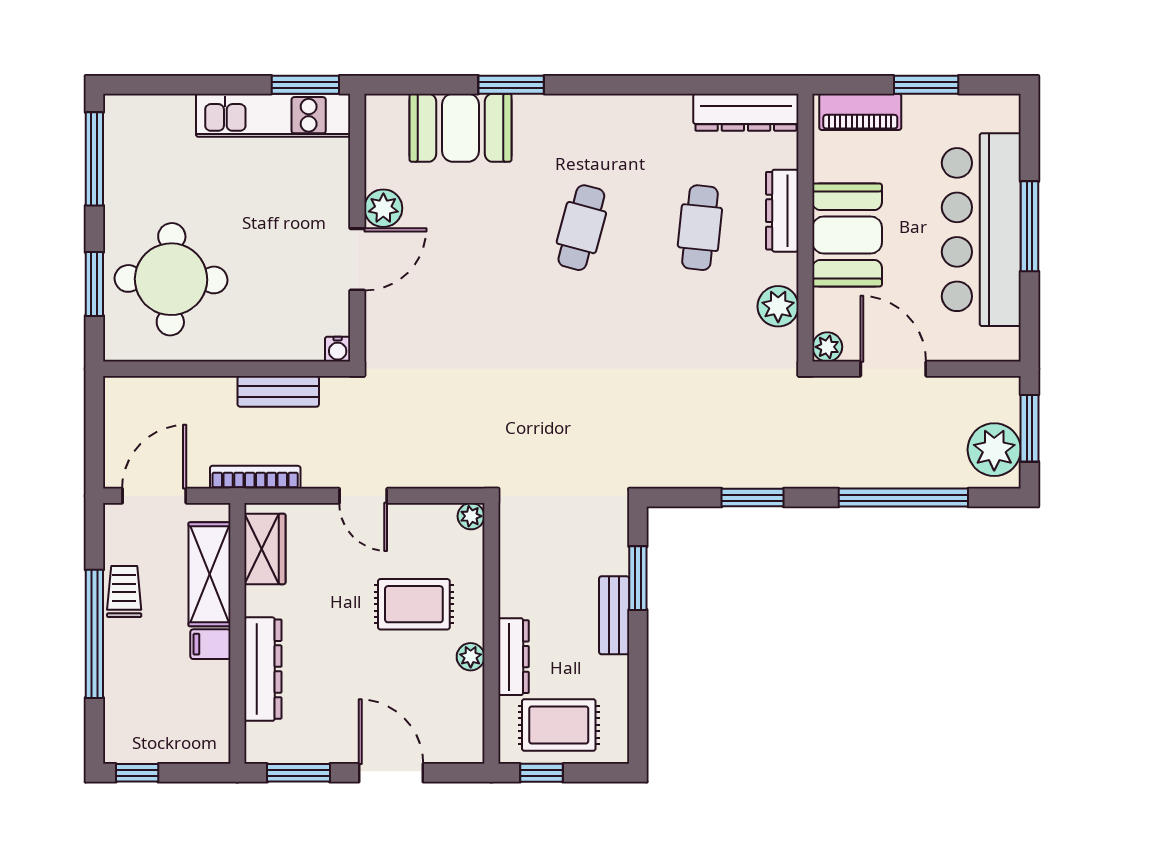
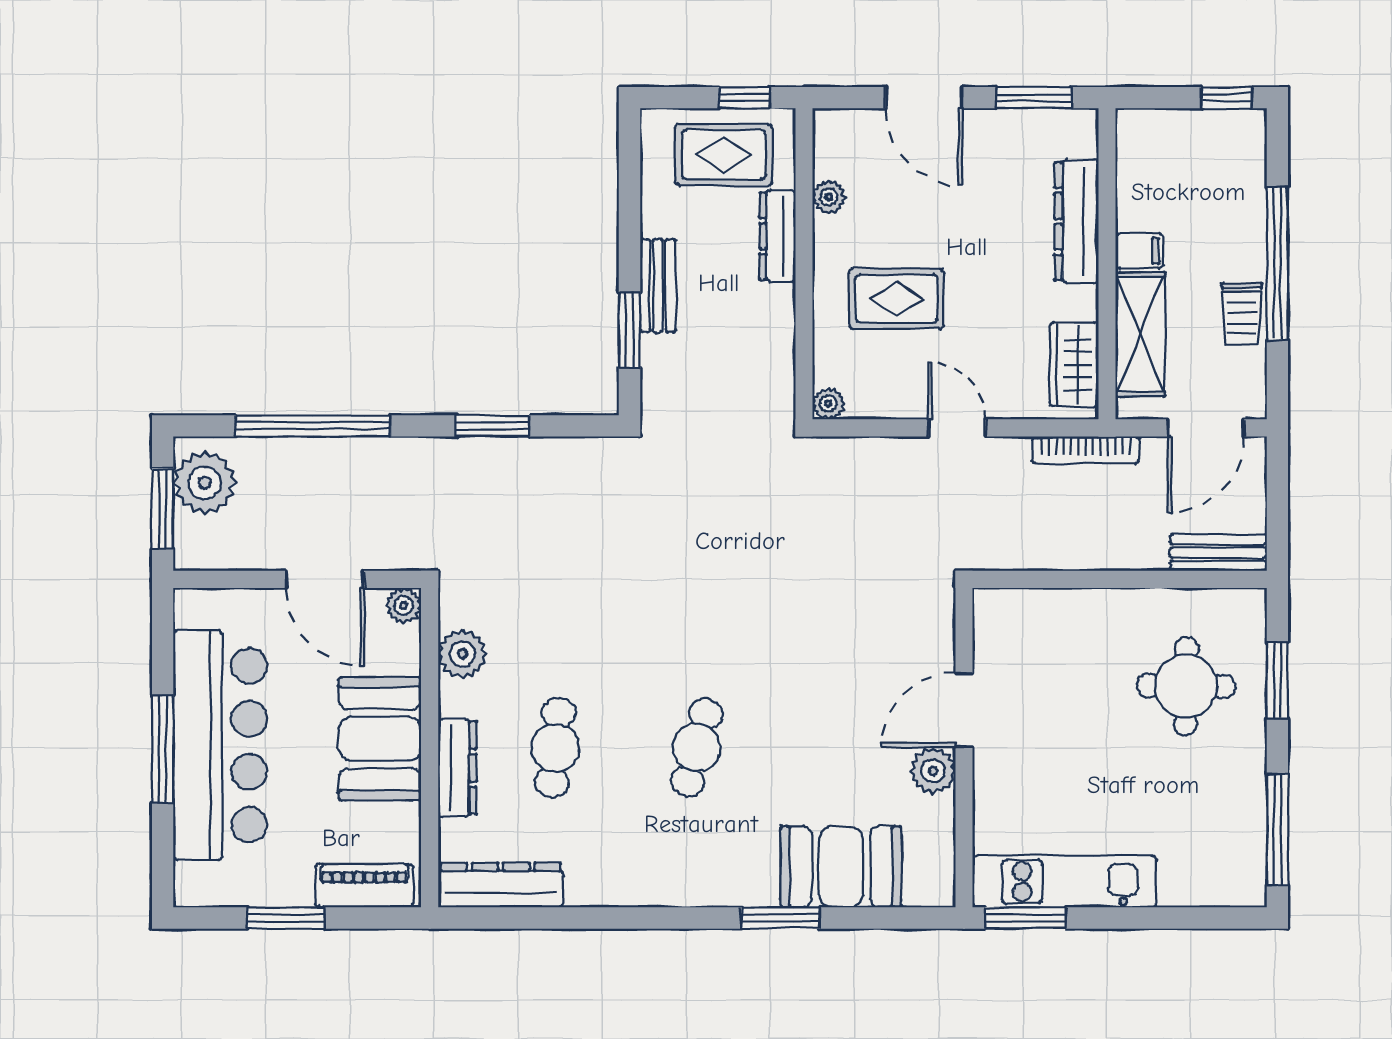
round table: (171, 279) -> (1186, 686), width x0.73, depth x0.73
water cooler: (338, 349) -> (987, 603), removed
bench: (278, 391) -> (1218, 552), moved
plant: (471, 657) -> (829, 197), moved

